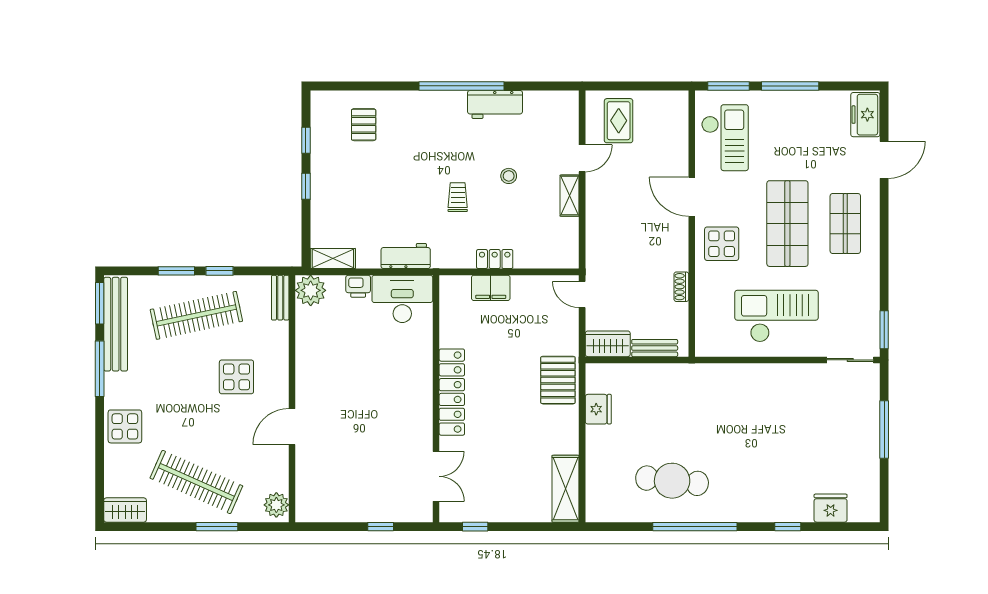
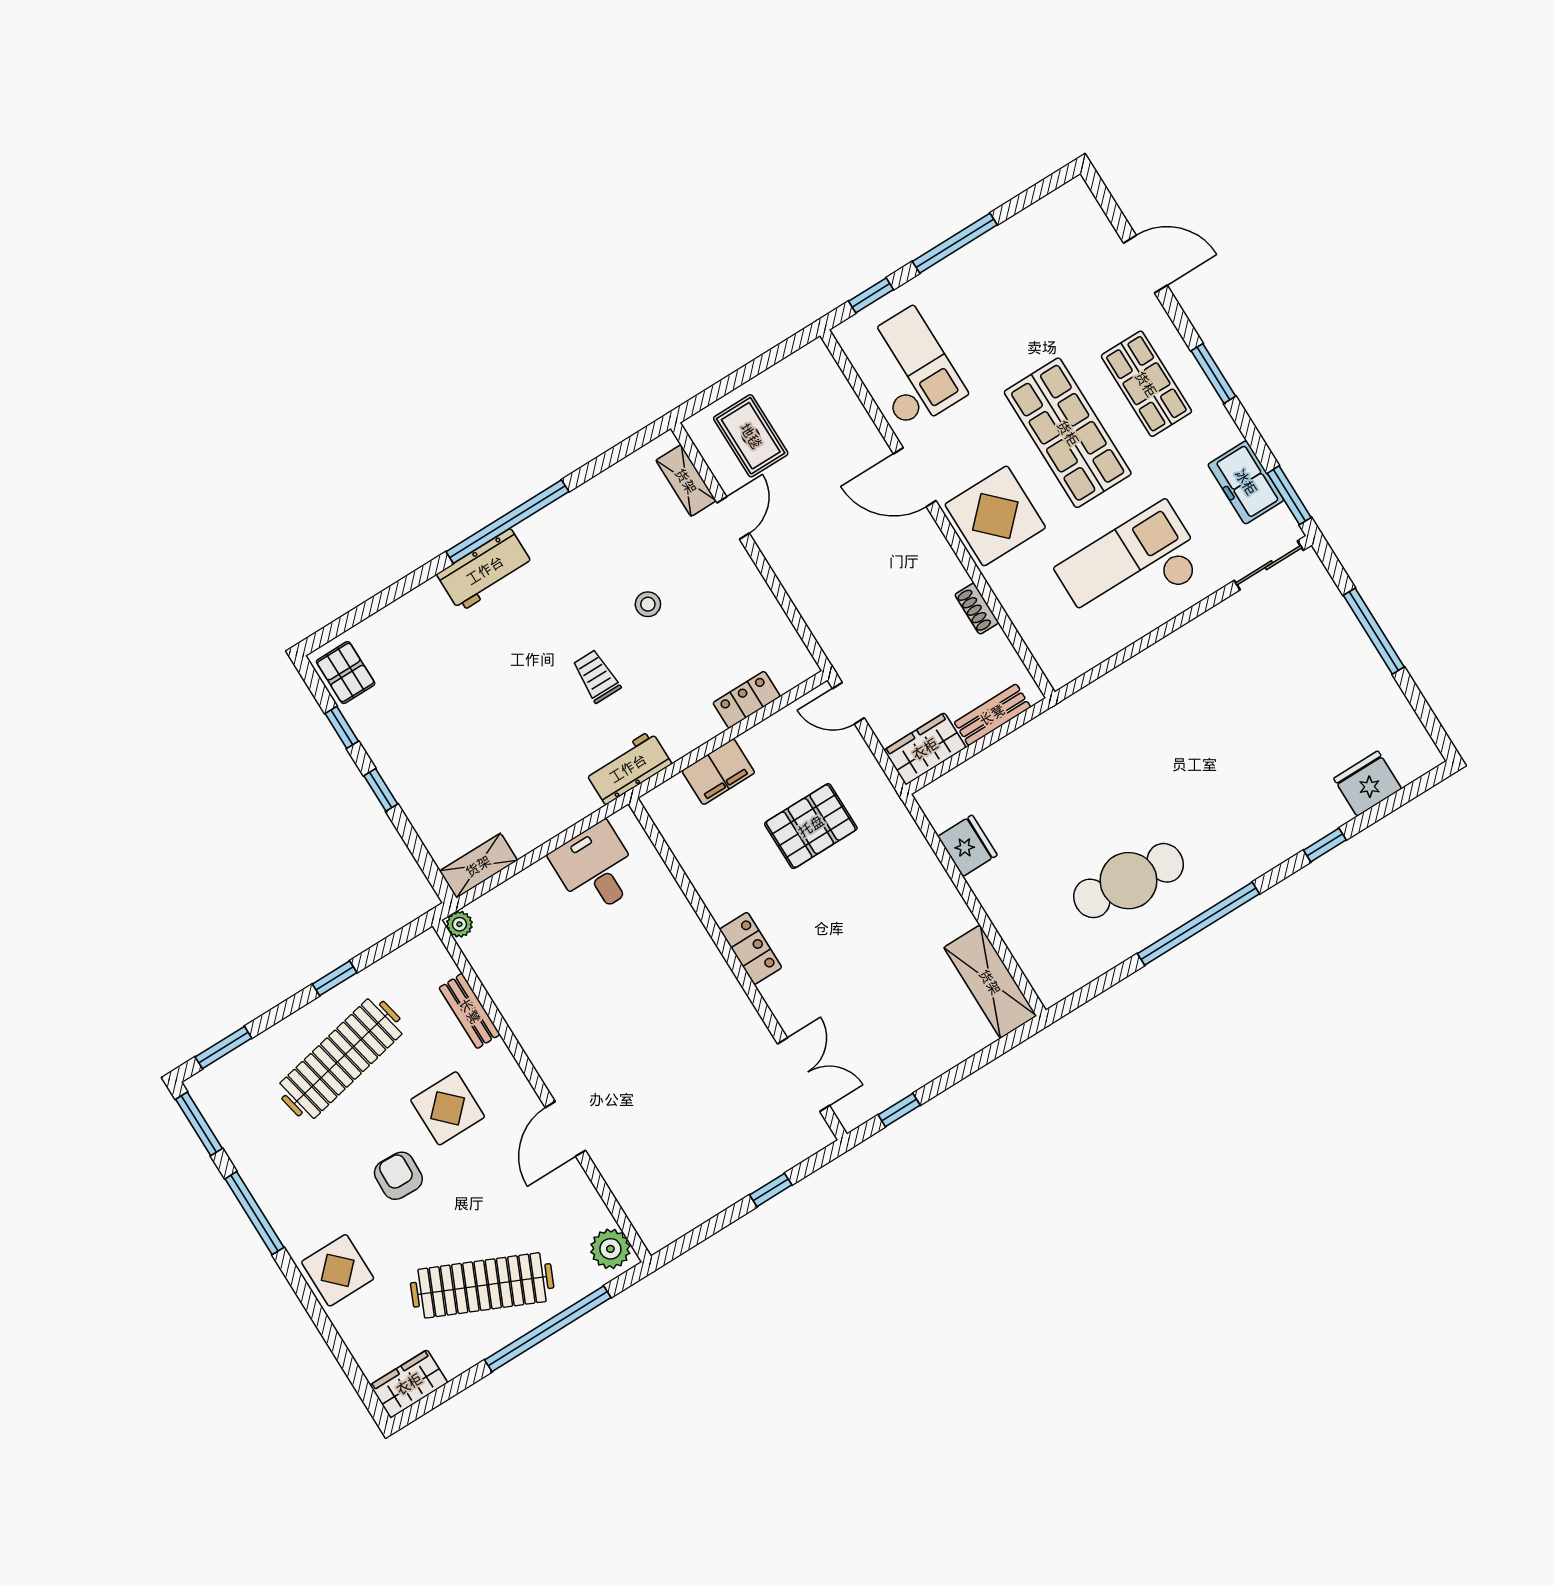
window: (729, 86) -> (871, 295), width x0.67
workbench: (495, 104) -> (485, 570), moved
freezer: (865, 115) -> (1246, 482), moved
pallet: (364, 125) -> (346, 673), moved
door: (884, 160) -> (1145, 264), hinge flipped
shelving: (570, 196) -> (686, 481), moved
window: (884, 240) -> (1213, 374), added
display table: (722, 244) -> (995, 516), width x1.36, depth x1.36
workbench: (406, 256) -> (628, 768), moved
locker: (495, 259) -> (747, 700), moved
window: (176, 271) -> (223, 1048), moved
printer: (358, 286) -> (536, 882), removed
plant: (311, 290) -> (459, 924), width x0.53, depth x0.53
bench: (280, 298) -> (470, 1011), moved
desk: (402, 299) -> (596, 869), width x0.73
bench: (116, 324) -> (238, 1139), removed
pallet: (558, 380) -> (811, 826), moved, turned 90
locker: (452, 392) -> (751, 948), width x0.46, depth x0.83
armchair: (188, 396) -> (398, 1176), added
window: (217, 527) -> (548, 1329), width x2.11

